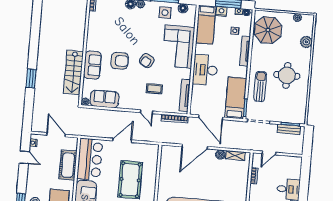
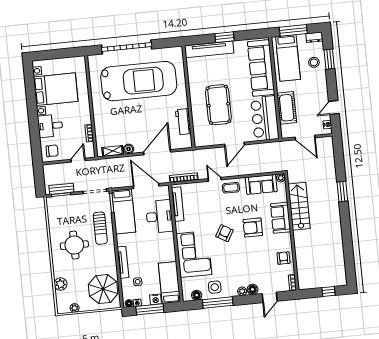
armchair: (97, 27) -> (283, 258), added
desk: (205, 70) -> (159, 216), moved
coffee table: (154, 89) -> (231, 188), moved
door: (24, 157) -> (334, 108), hinge flipped
chair: (291, 166) -> (52, 151), added
workbench: (165, 170) -> (183, 122), added

